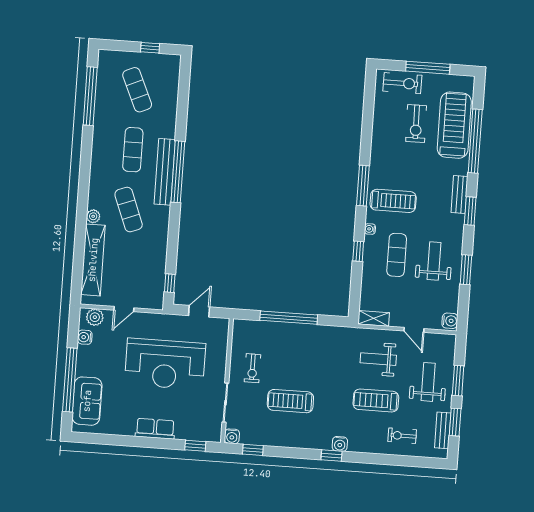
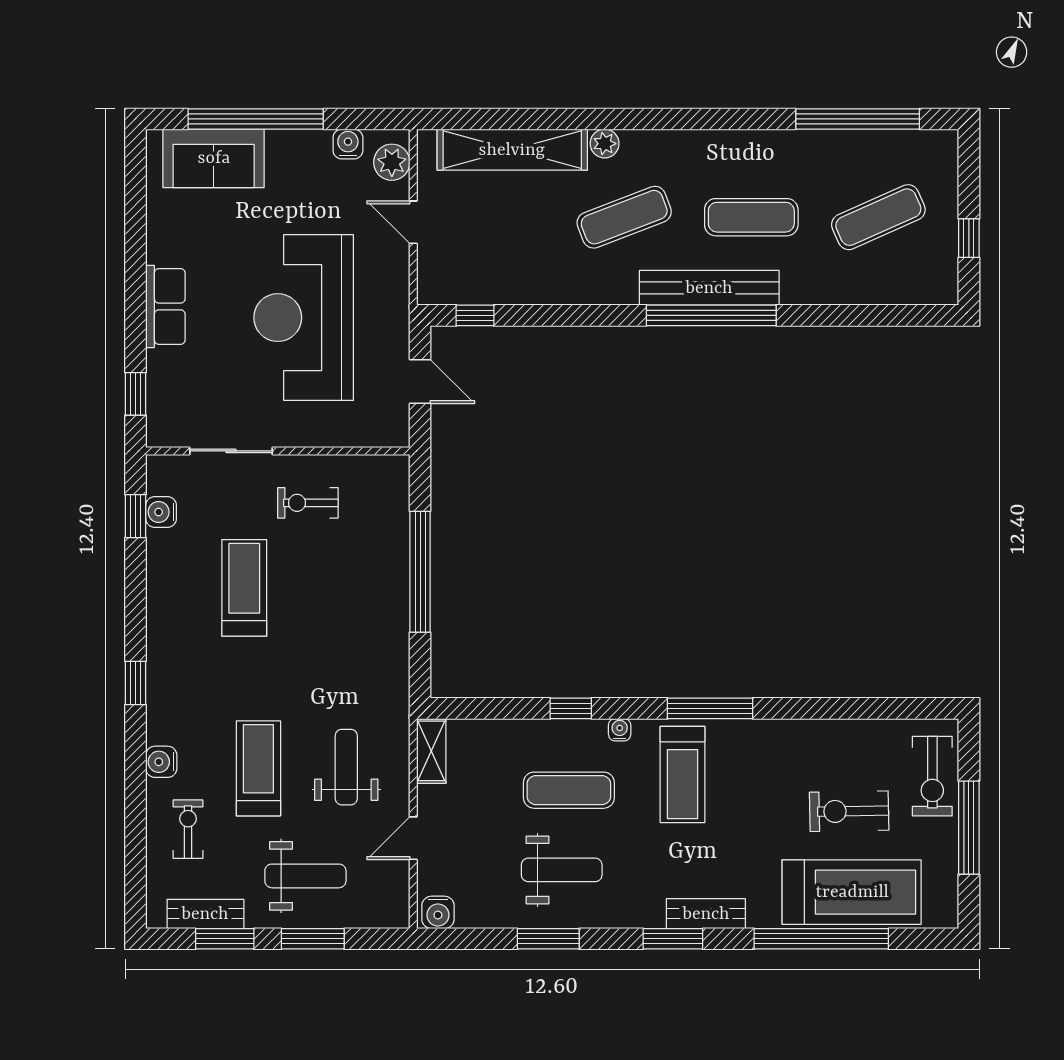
water cooler: (232, 436) -> (161, 512), moved
water cooler: (340, 444) -> (161, 762), moved

